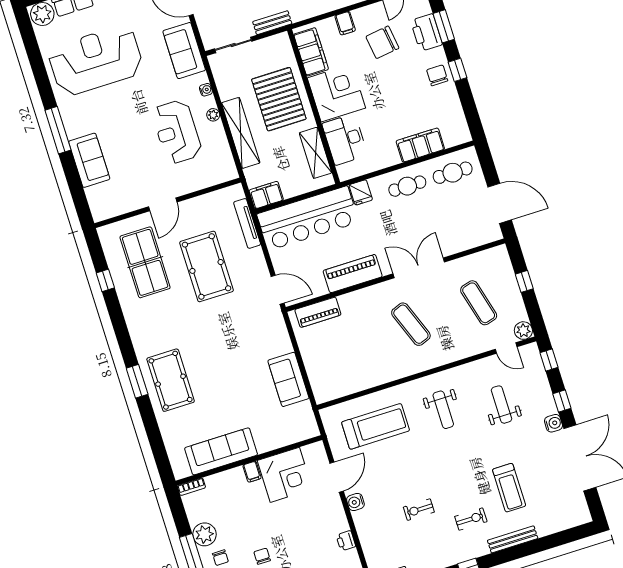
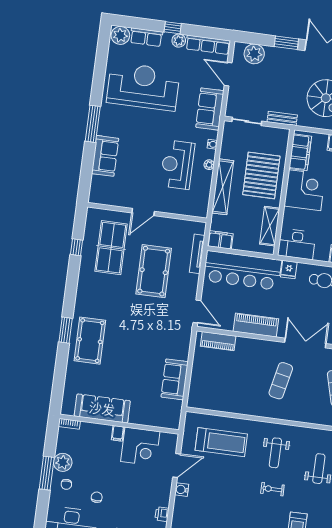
desk: (345, 139) -> (297, 244), moved, turned -90
exercise mat: (411, 324) -> (281, 381), turned 33
exercise bike: (419, 510) -> (272, 489), moved

